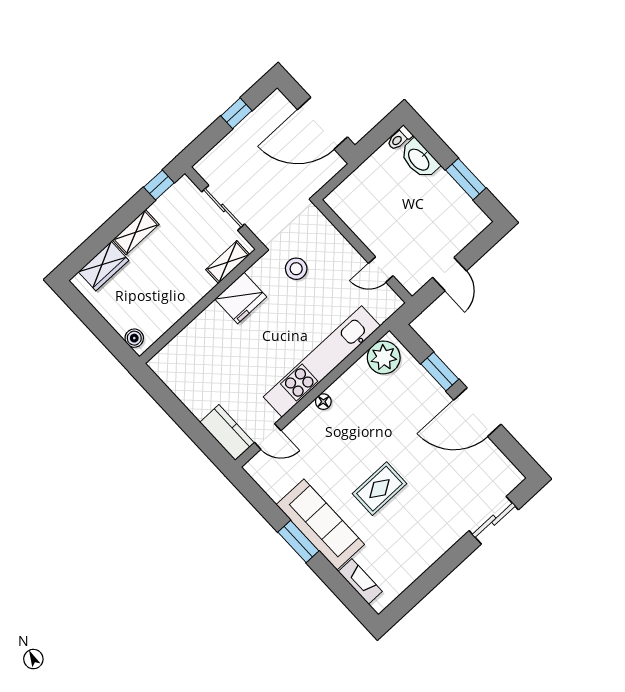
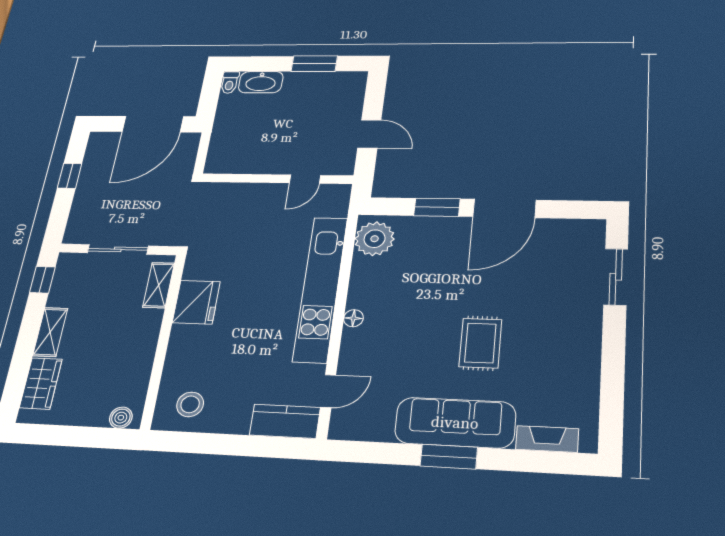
stool: (296, 269) -> (190, 404), moved

